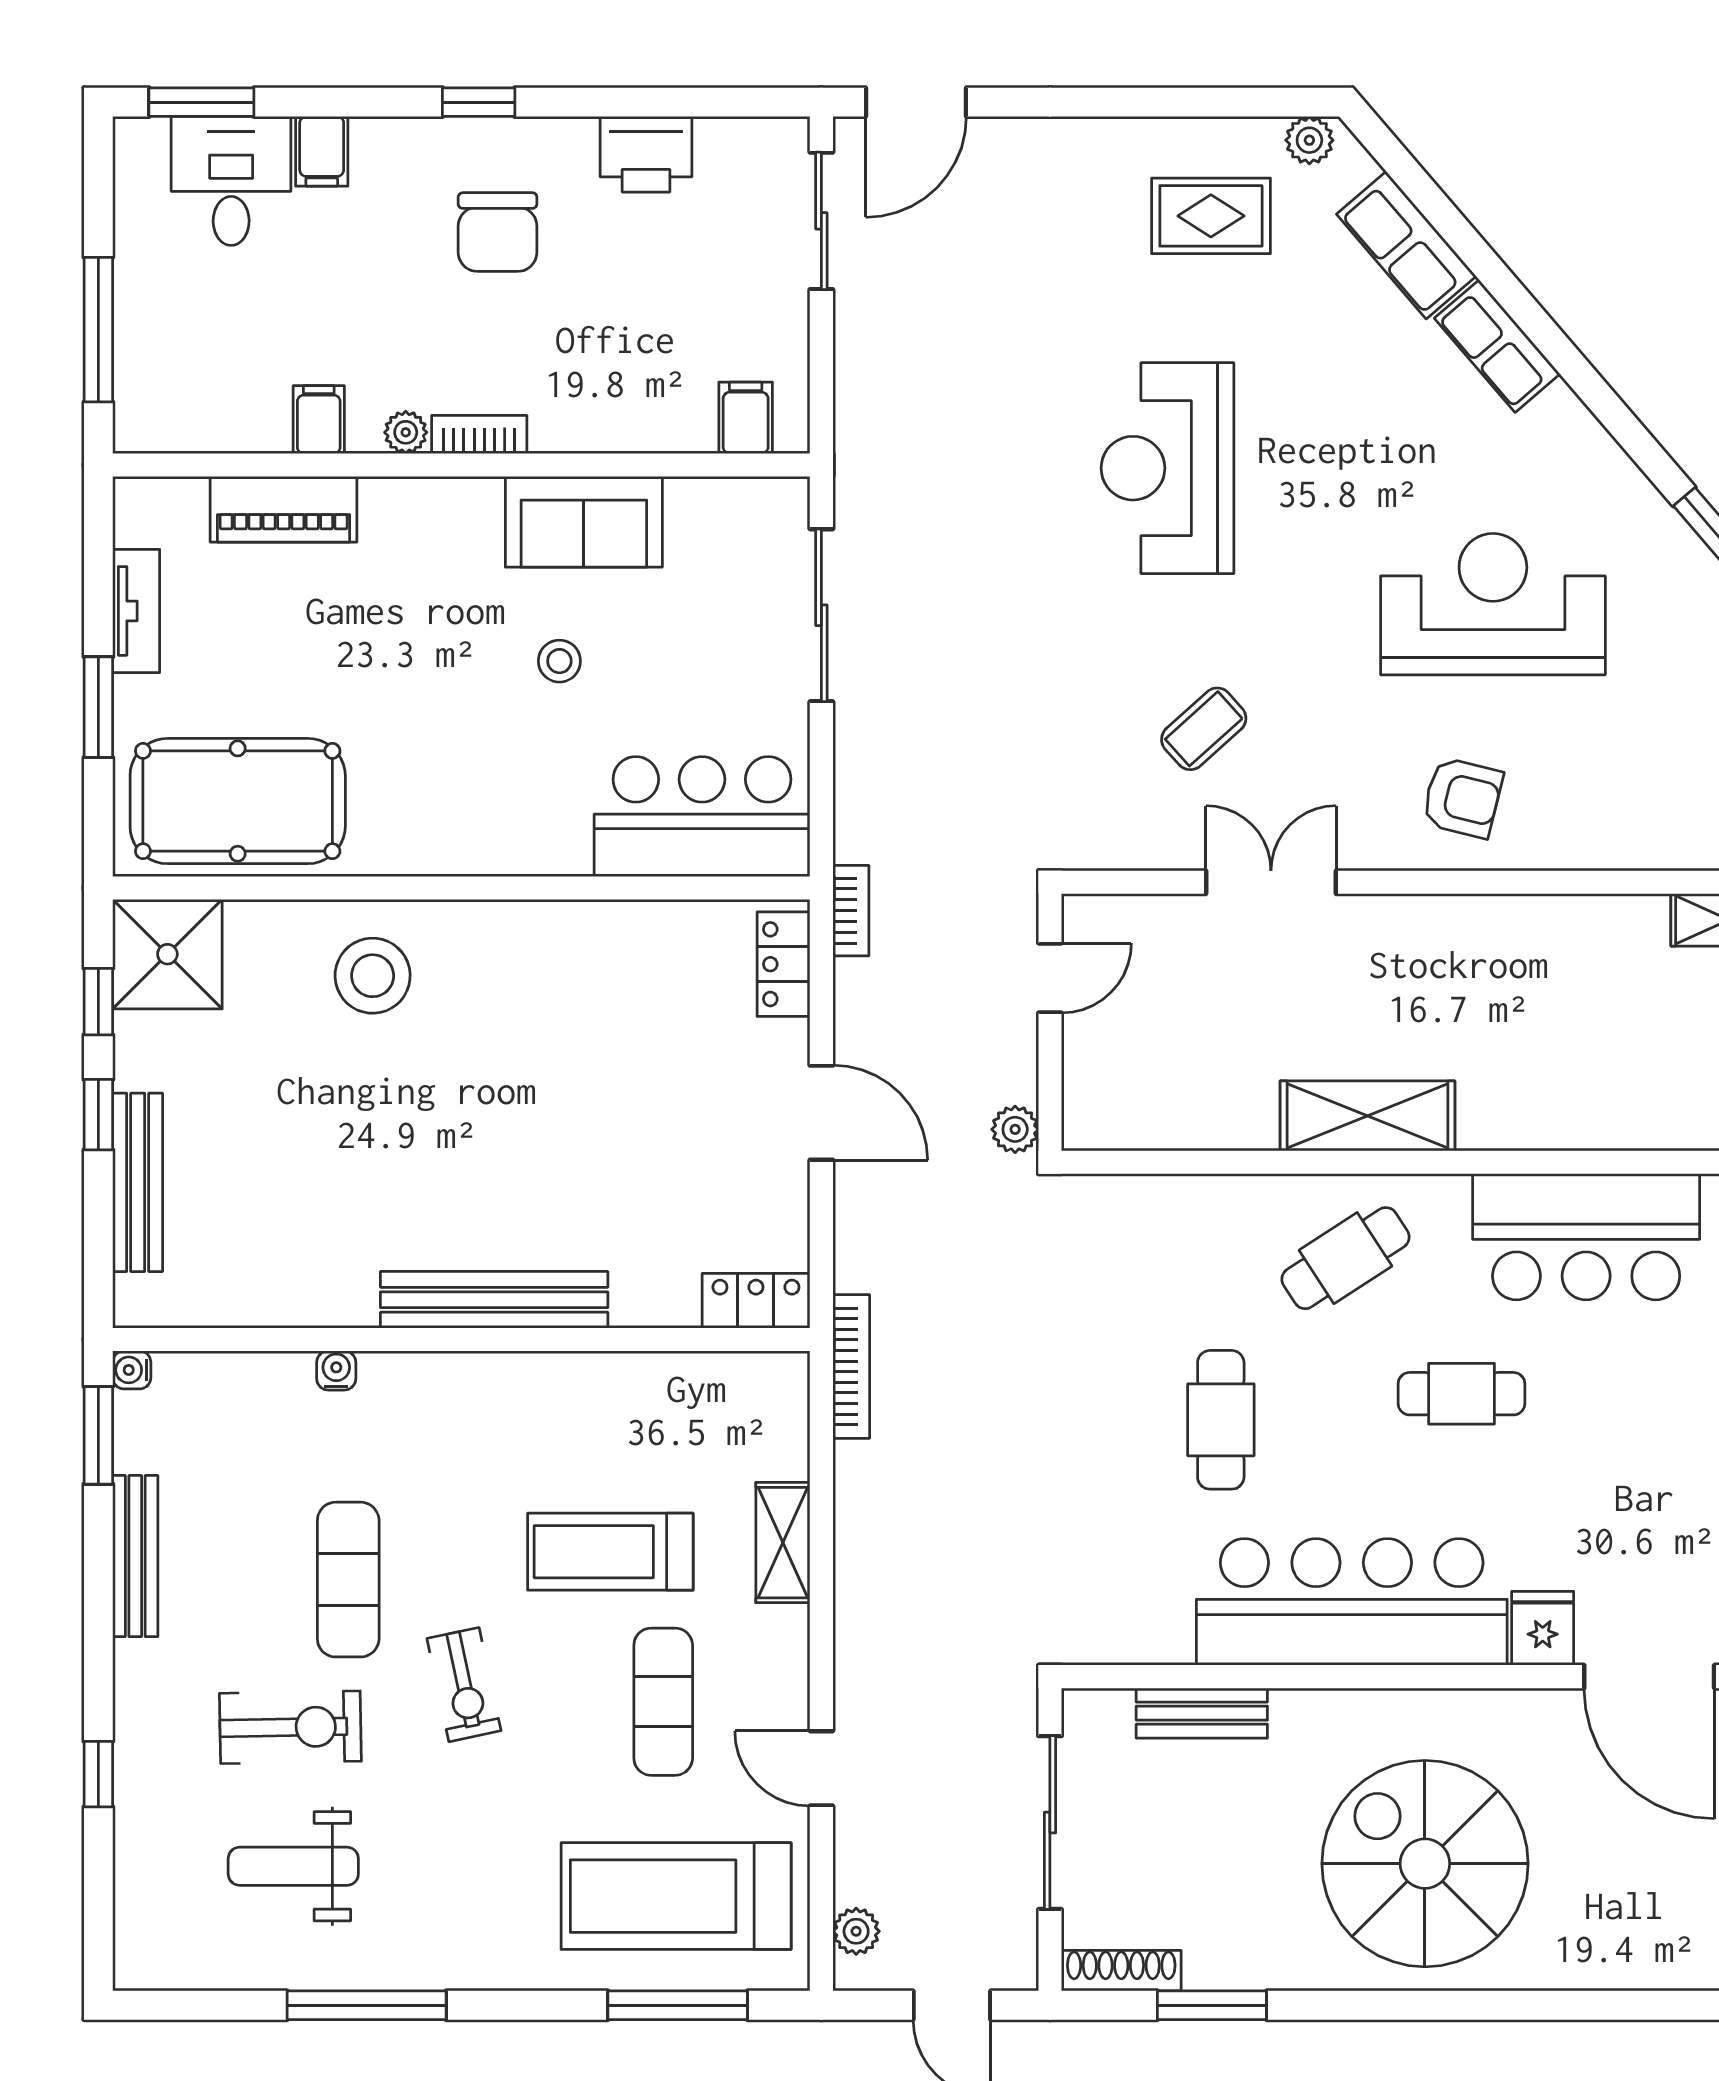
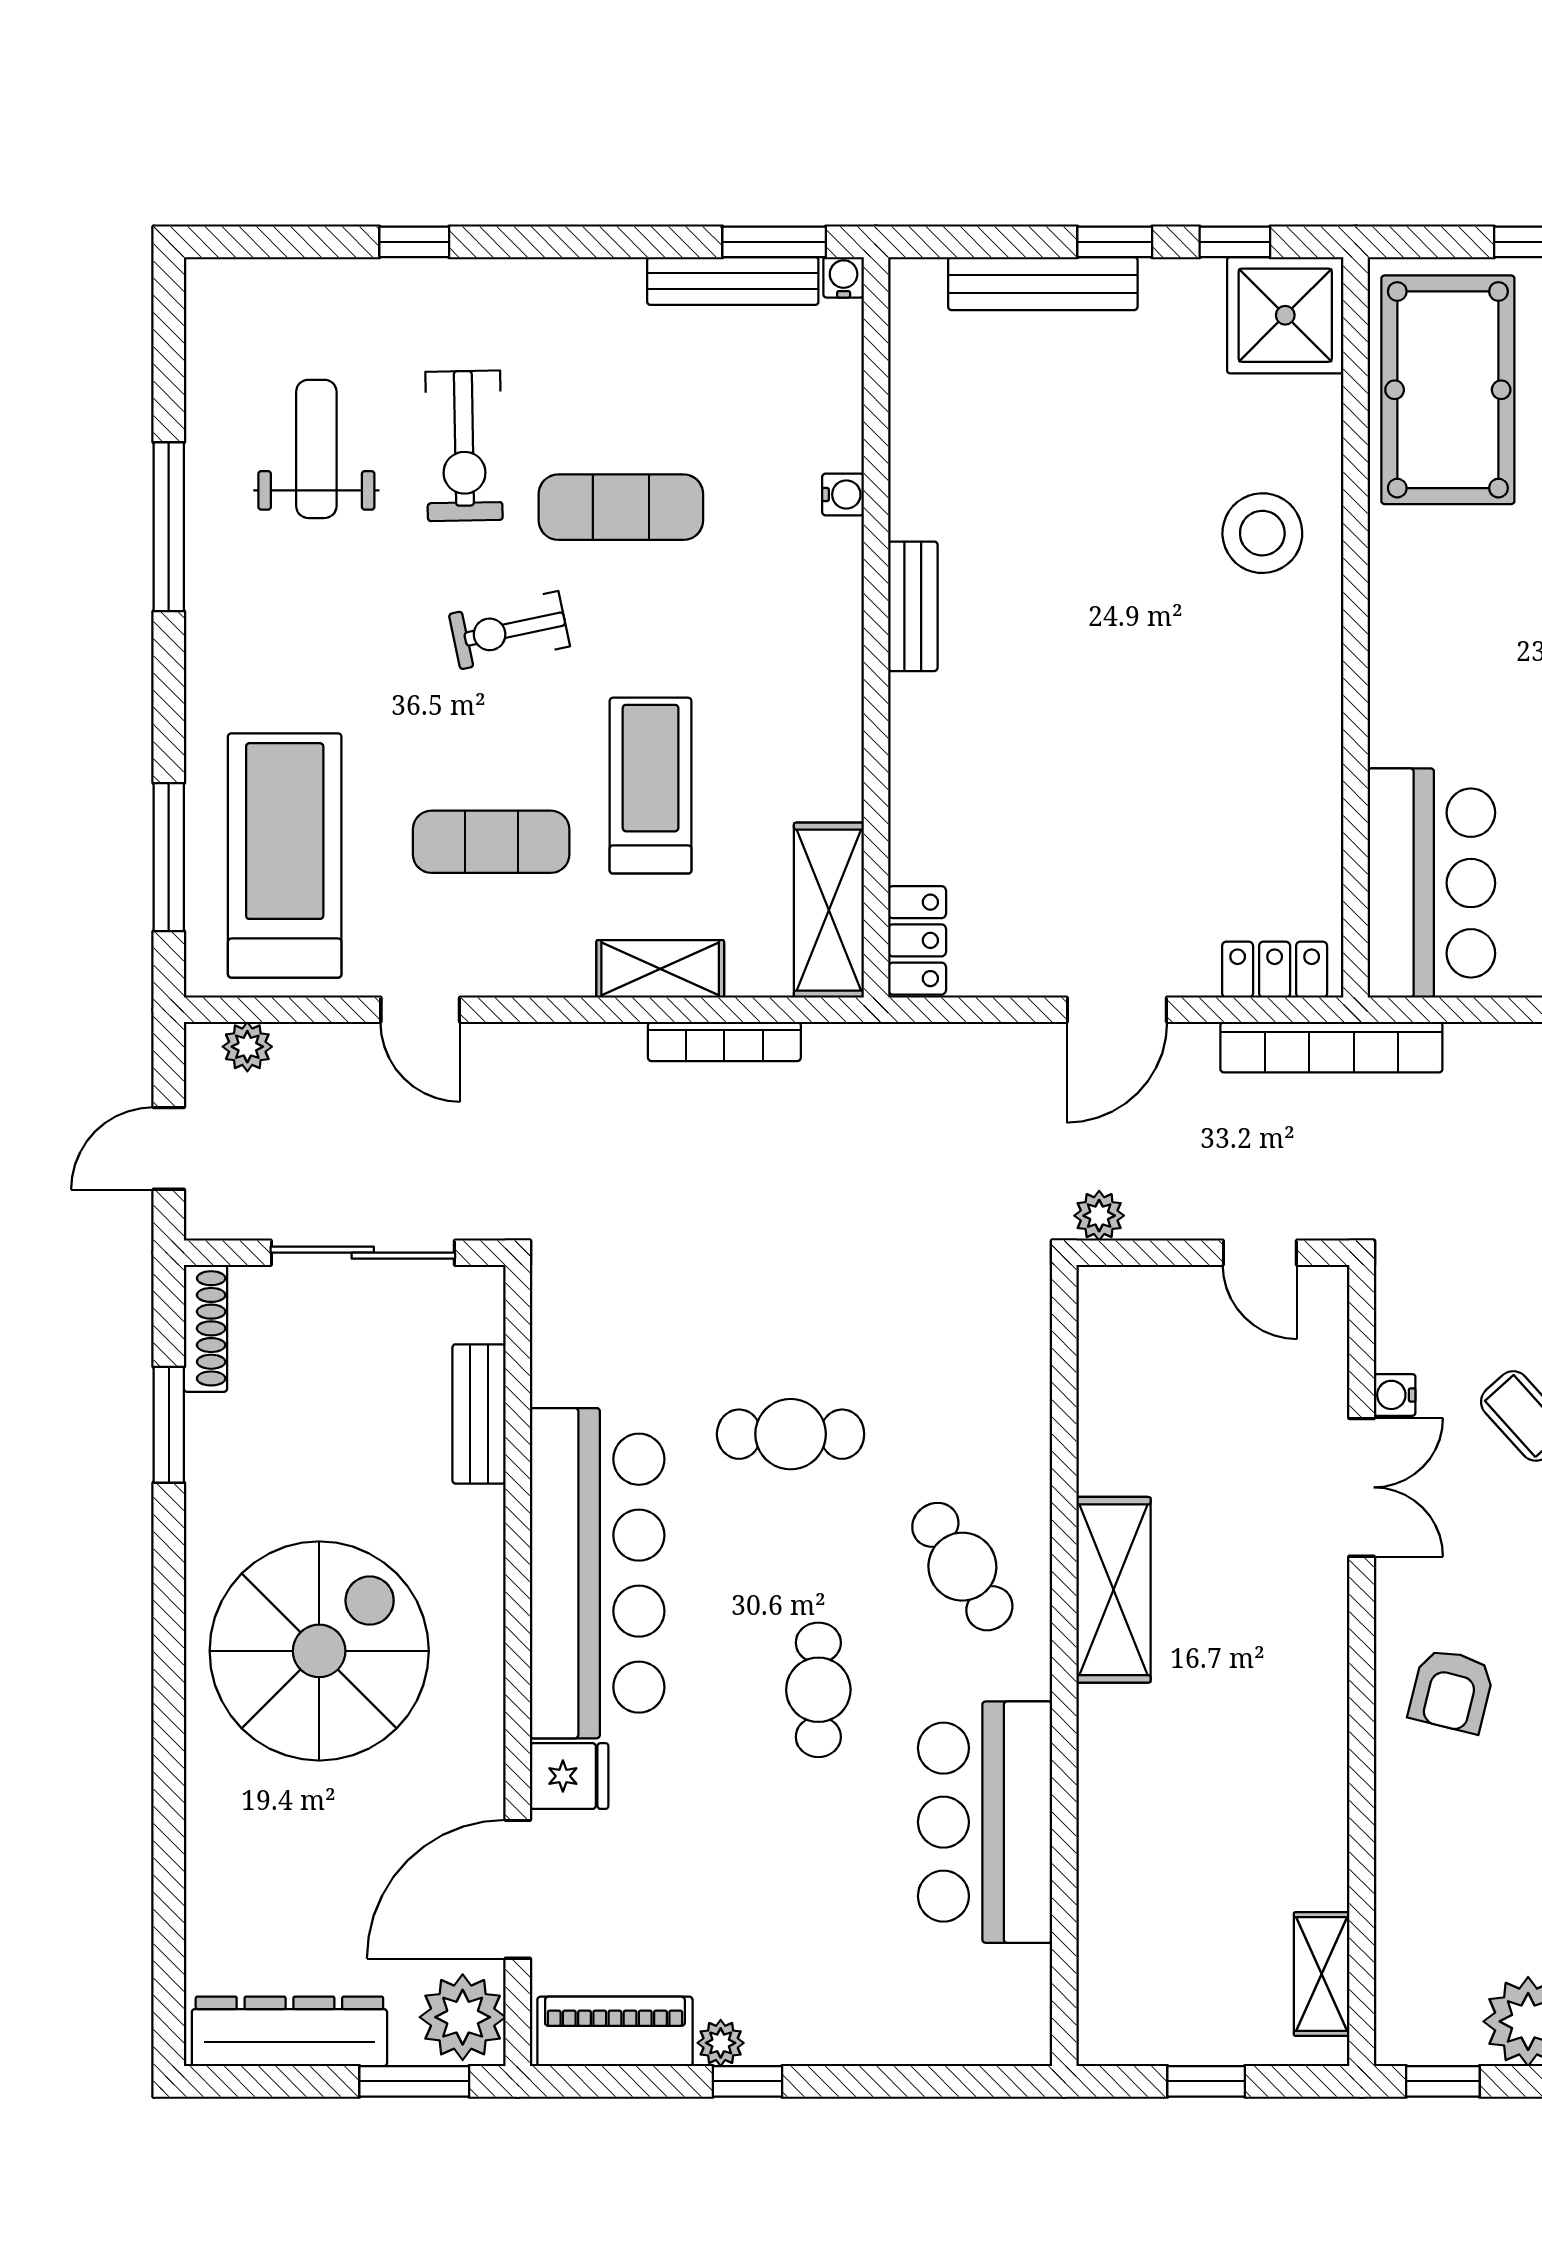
water cooler: (1184, 851) -> (1395, 1395), added
bookcase: (851, 911) -> (1331, 1047), width x2.31, depth x1.31
bench: (494, 1300) -> (913, 606), width x0.54, depth x0.82
bookcase: (851, 1366) -> (724, 1042), moved
shelving: (728, 1384) -> (829, 910), added
bench: (135, 1556) -> (733, 281), moved
door: (821, 1768) -> (420, 1010), swing flipped

